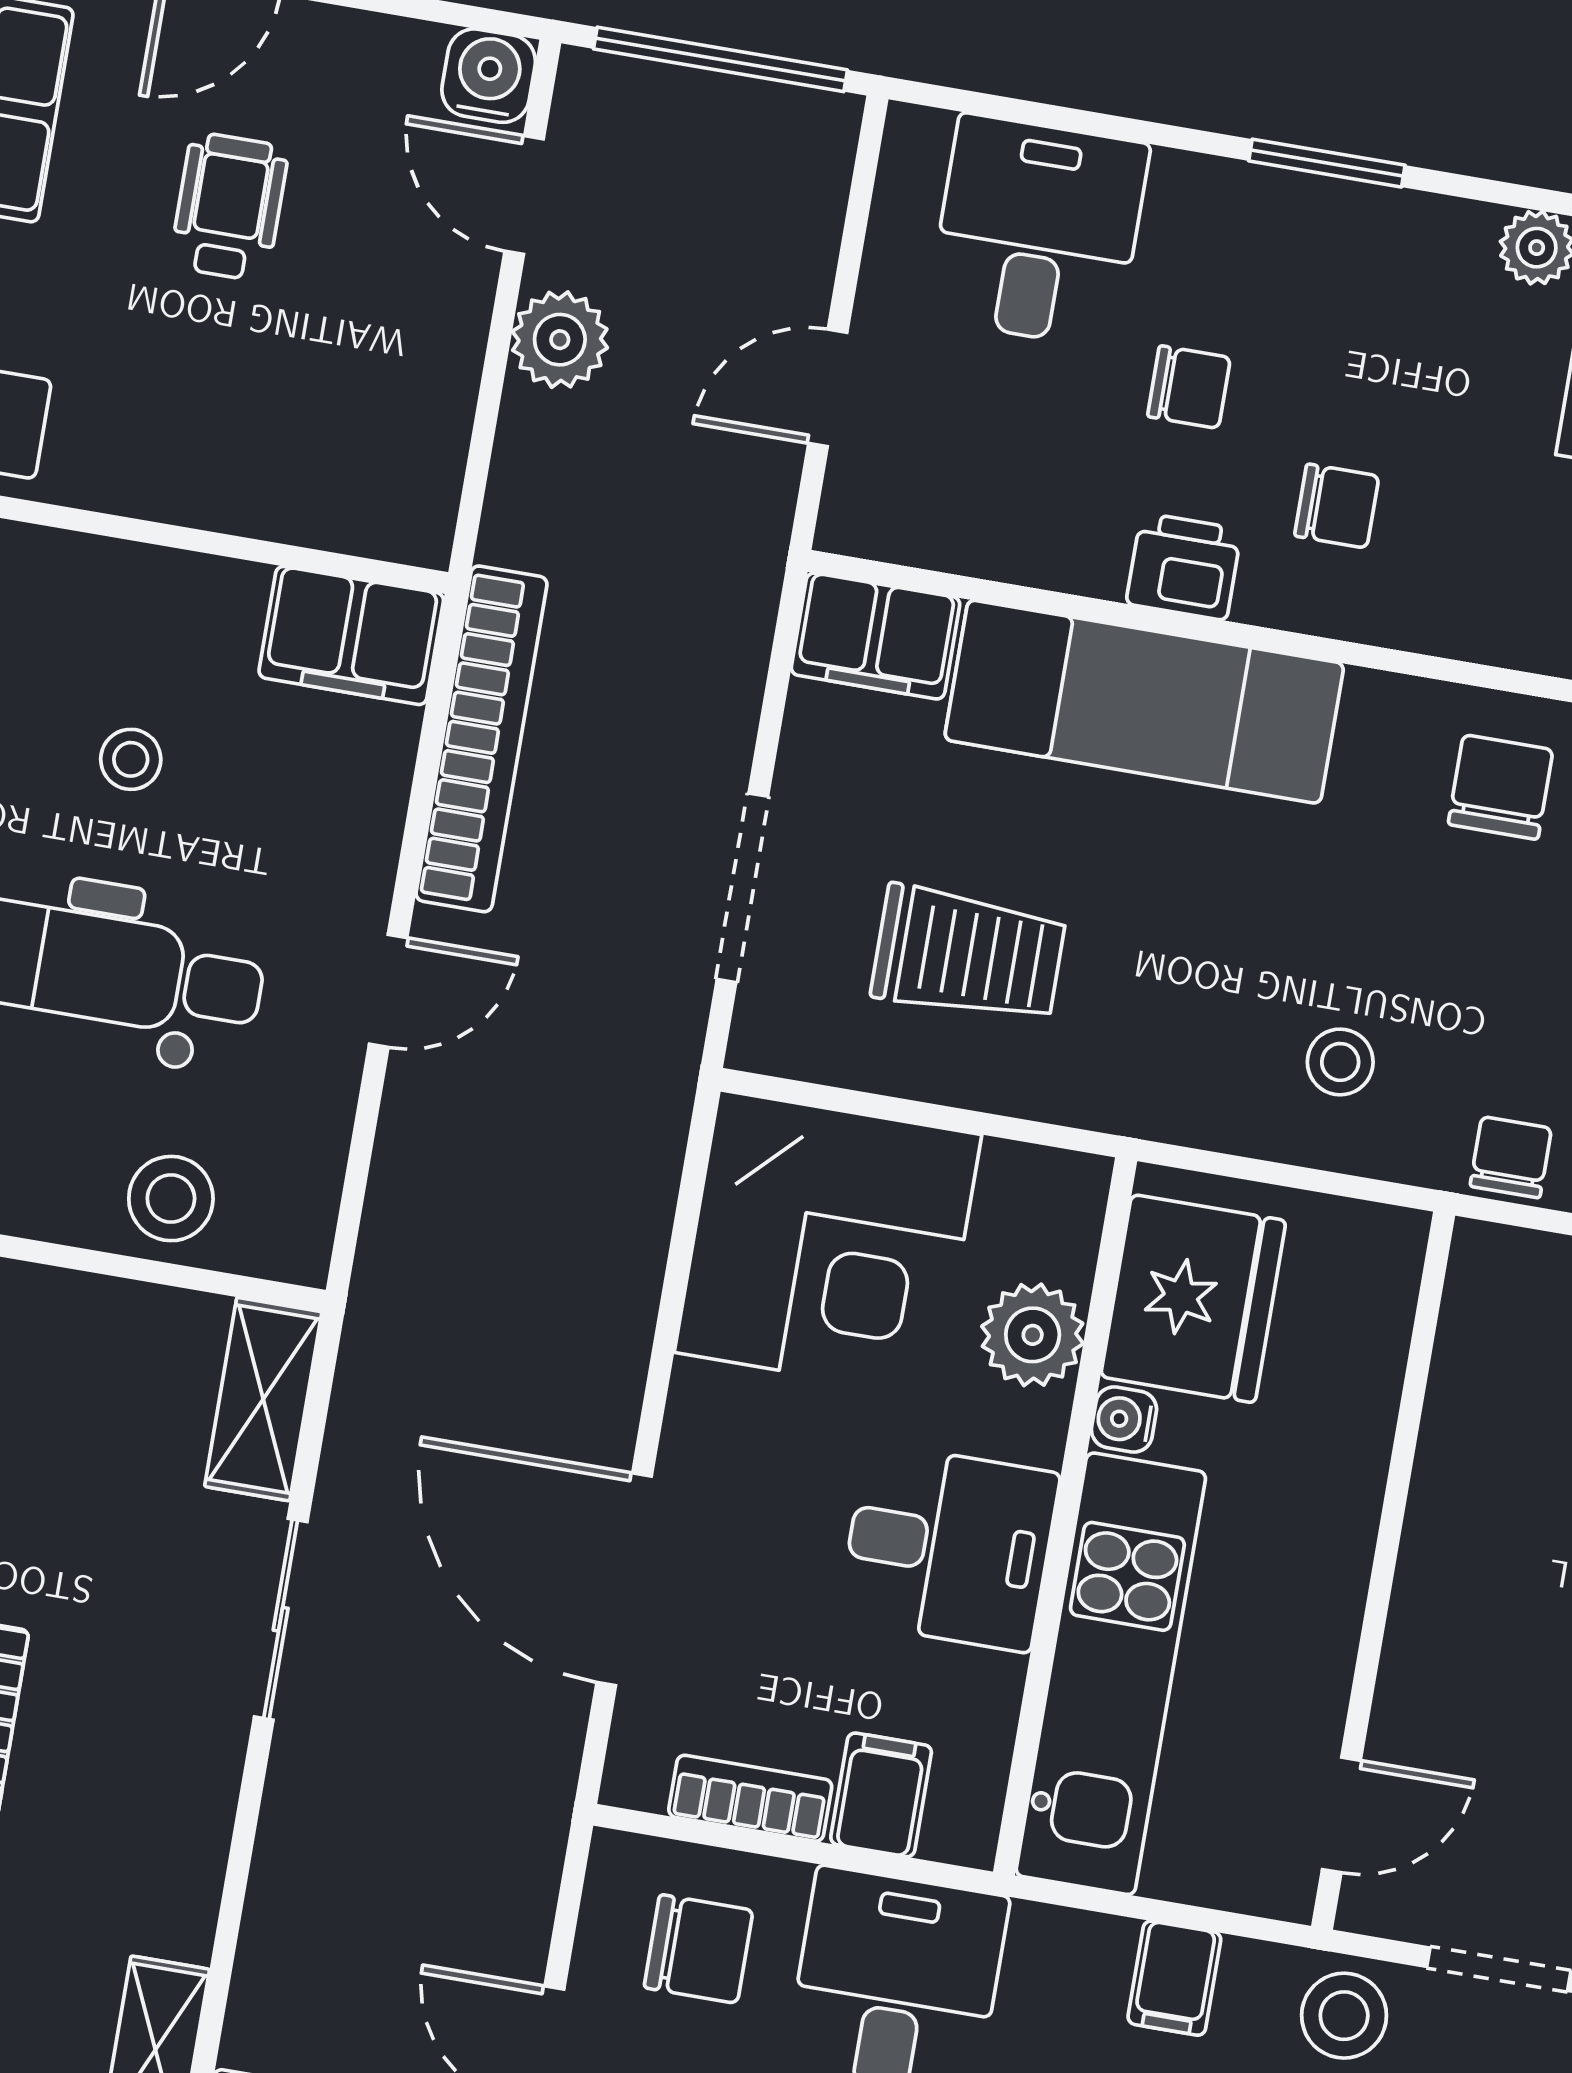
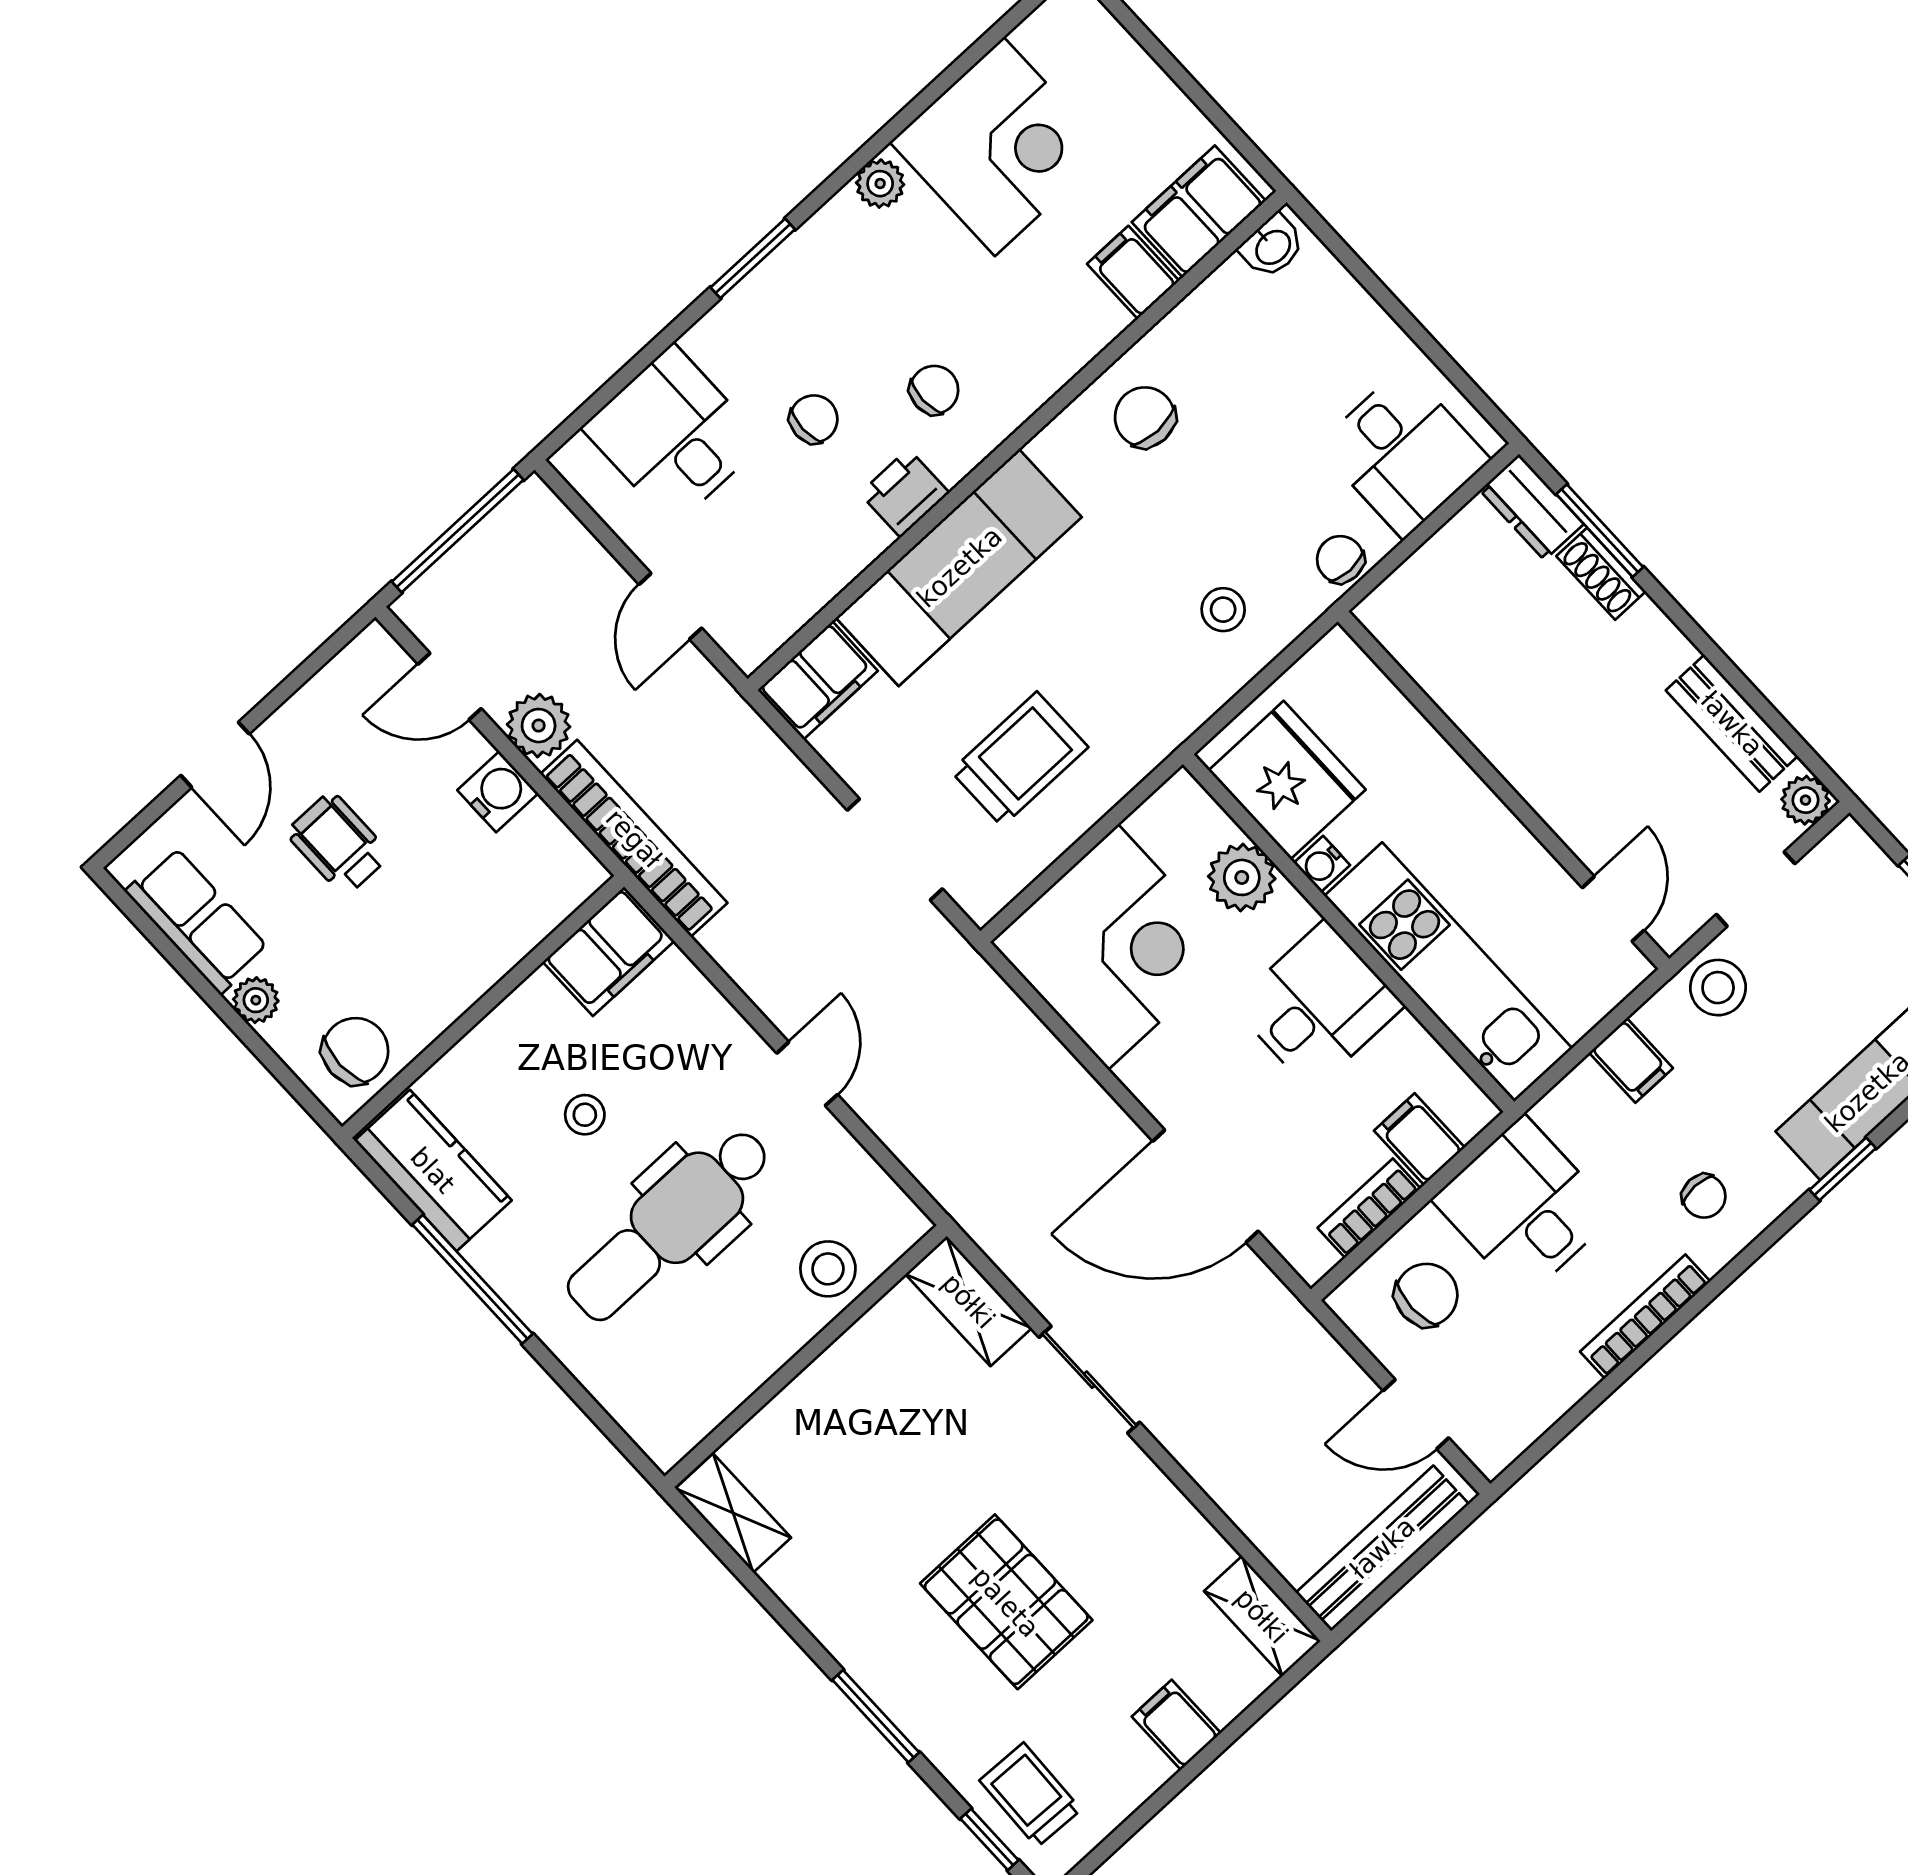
water cooler: (489, 76) -> (498, 792), moved, turned 90
bookcase: (482, 739) -> (634, 838), moved

